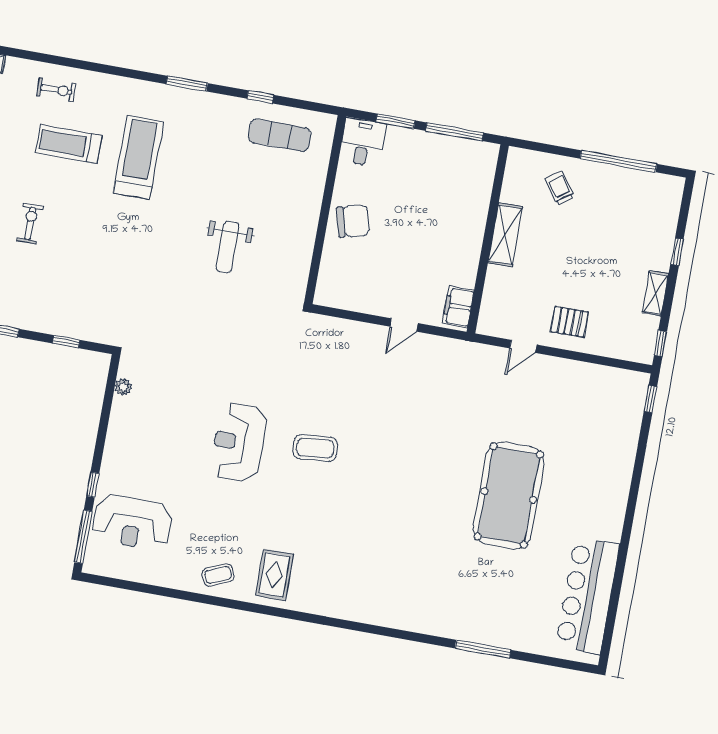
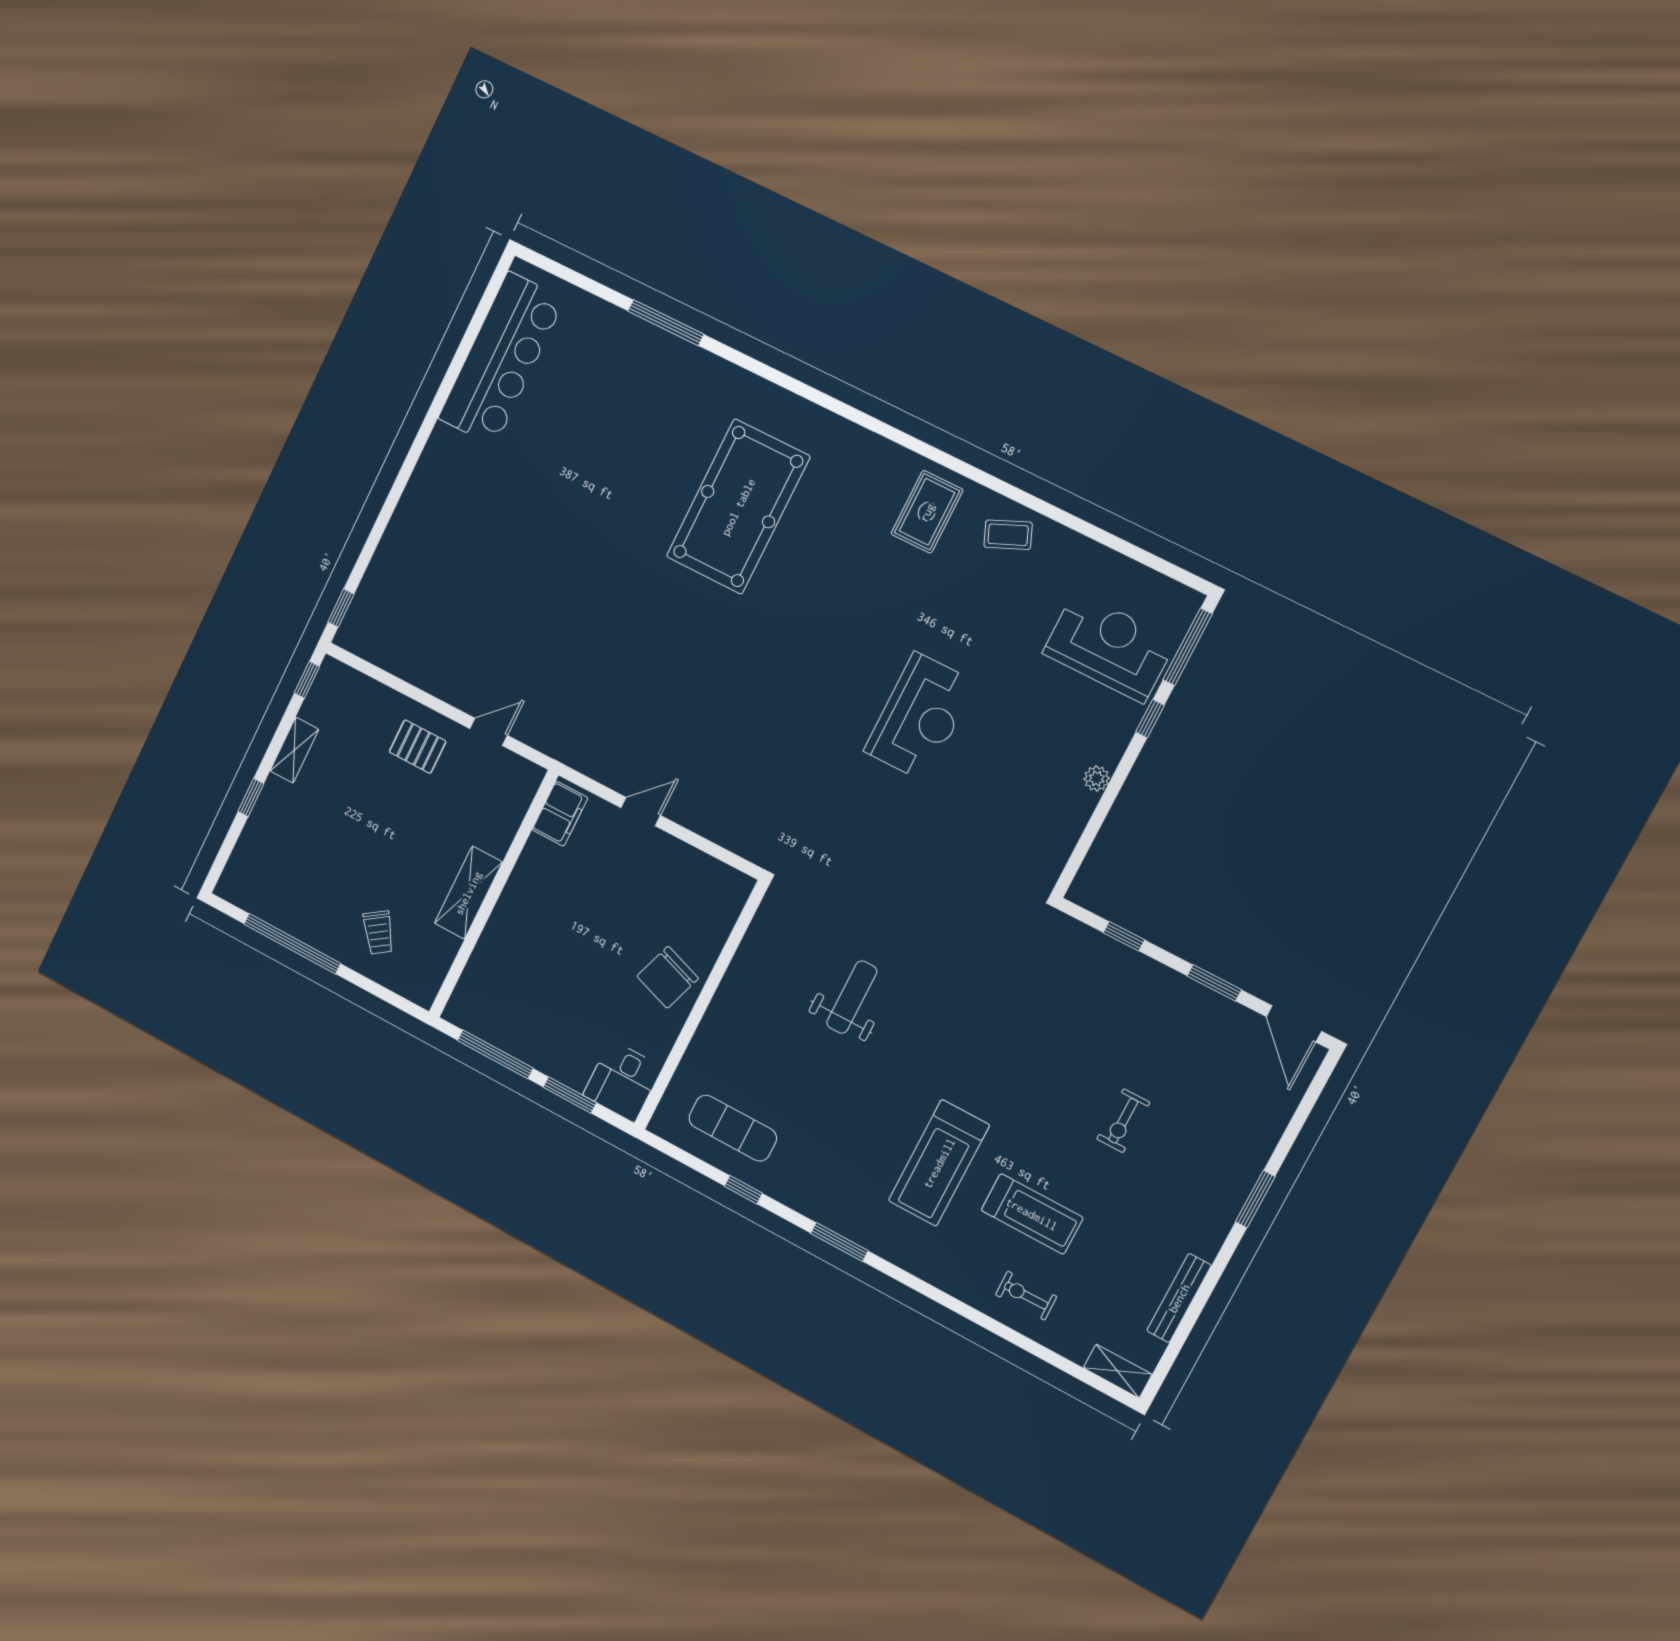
chair: (353, 221) -> (668, 977), turned -56
plant: (123, 387) -> (1097, 778), moved
coffee table: (315, 448) -> (815, 676), removed
pool table: (509, 495) -> (738, 507), moved

